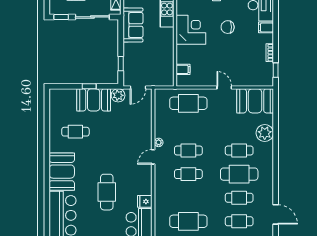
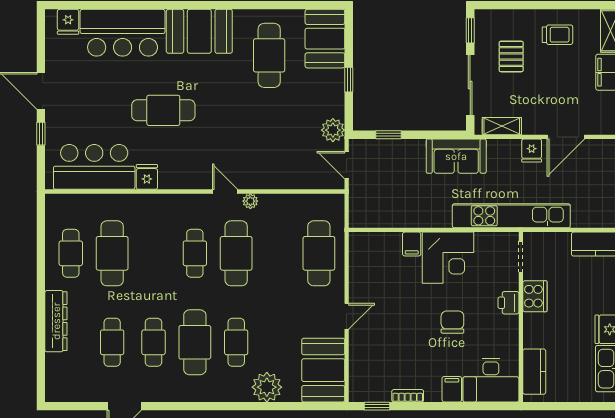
filing cabinet: (183, 69) -> (412, 244), moved
booth: (94, 100) -> (325, 39), moved
cafe table: (75, 132) -> (269, 55), width x1.37, depth x1.35
cafe table: (188, 150) -> (236, 253), width x1.37, depth x1.35

